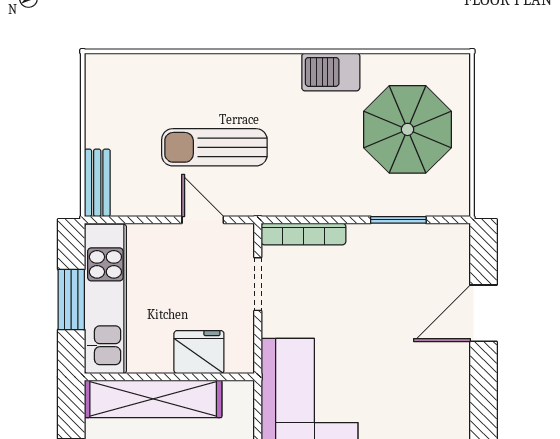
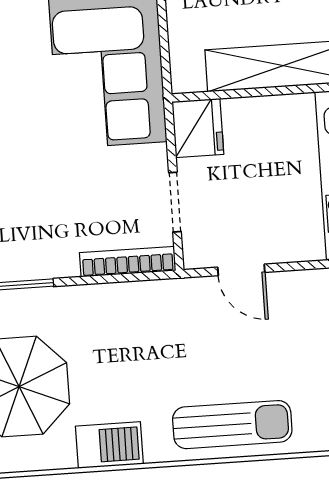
sun lounger: (214, 147) -> (232, 425), moved
fridge: (199, 352) -> (198, 128), moved, turned -90

